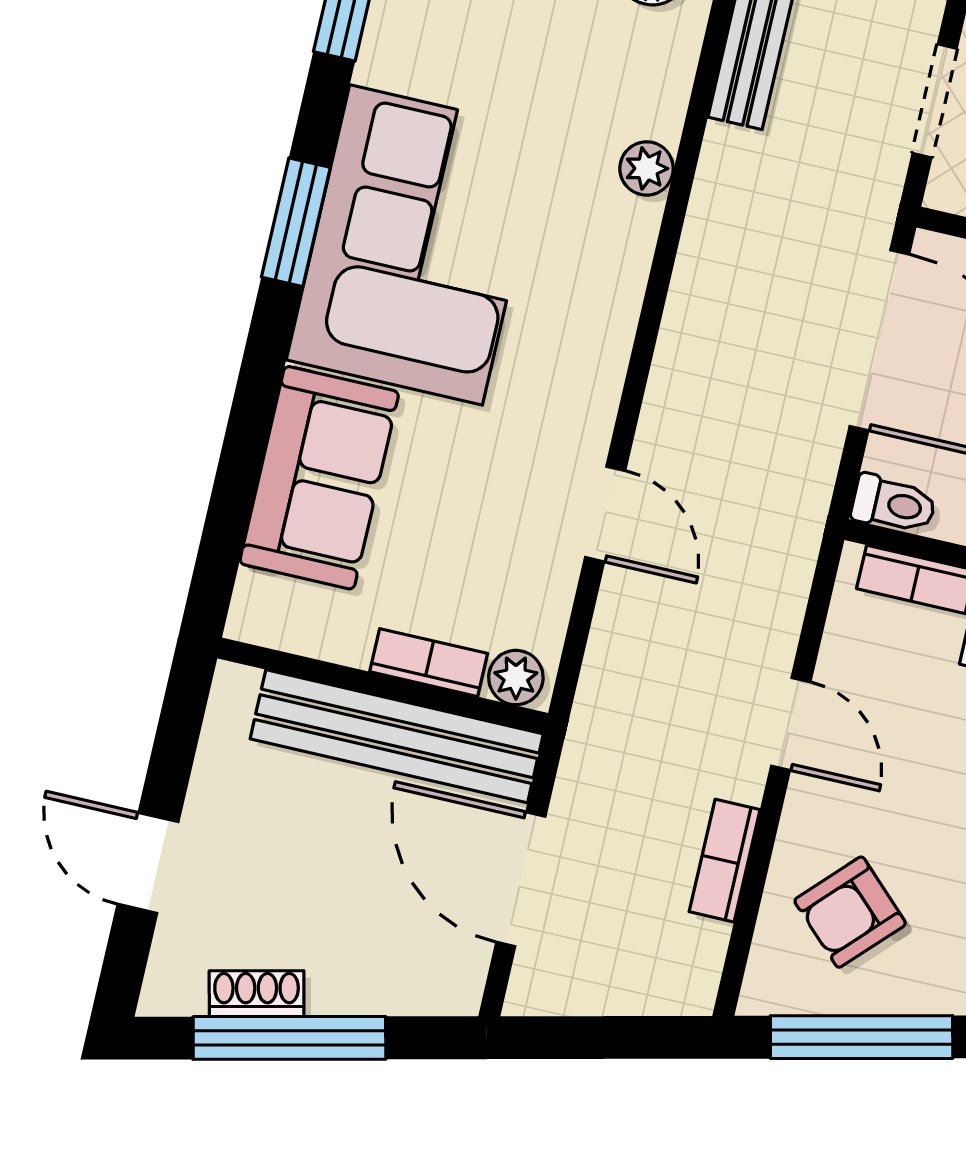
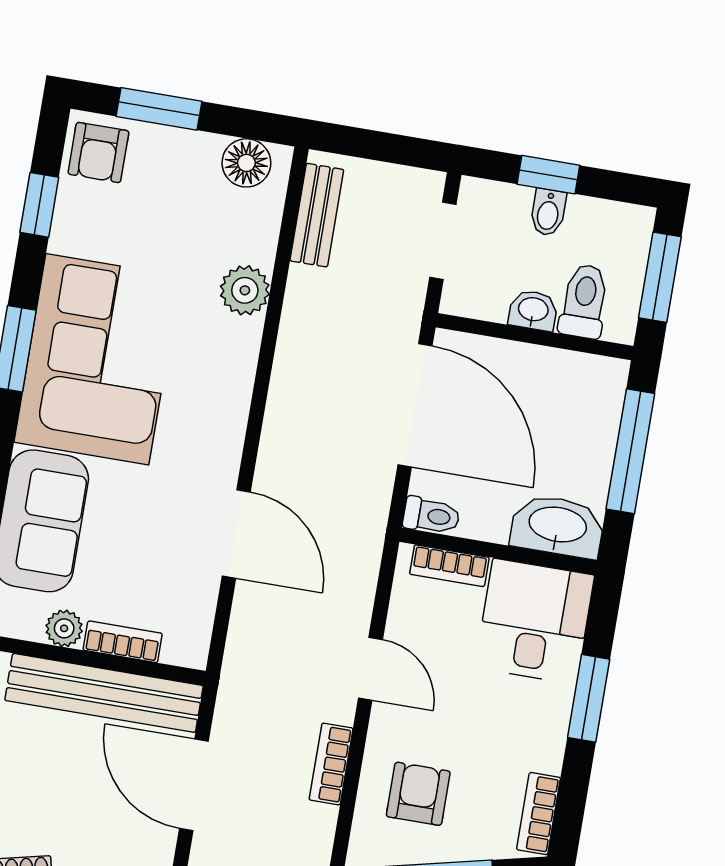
plant: (647, 168) -> (245, 290), width x1.38, depth x1.38
door: (605, 514) -> (236, 534), width x1.38
plant: (516, 678) -> (64, 628), moved
armchair: (850, 912) -> (418, 794), turned 136

